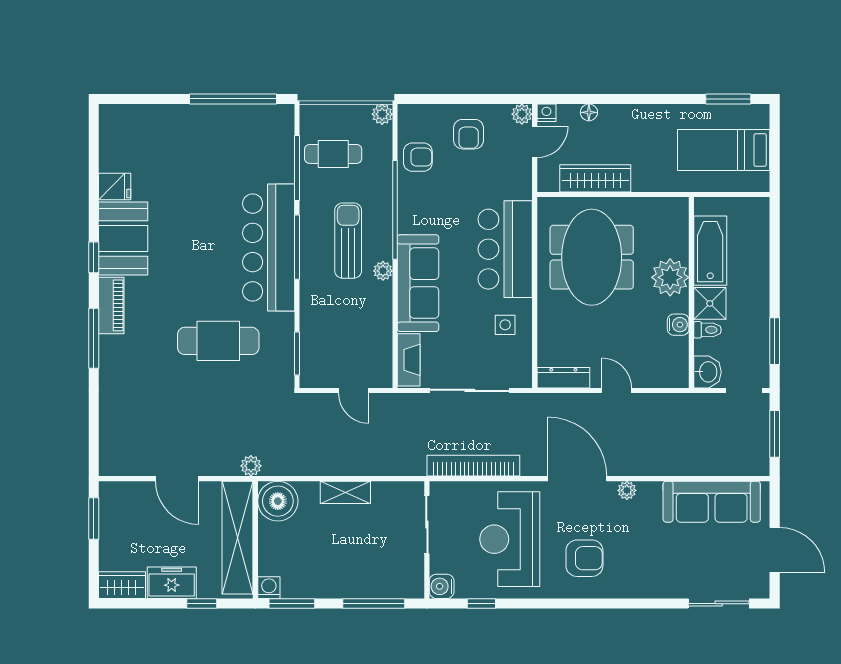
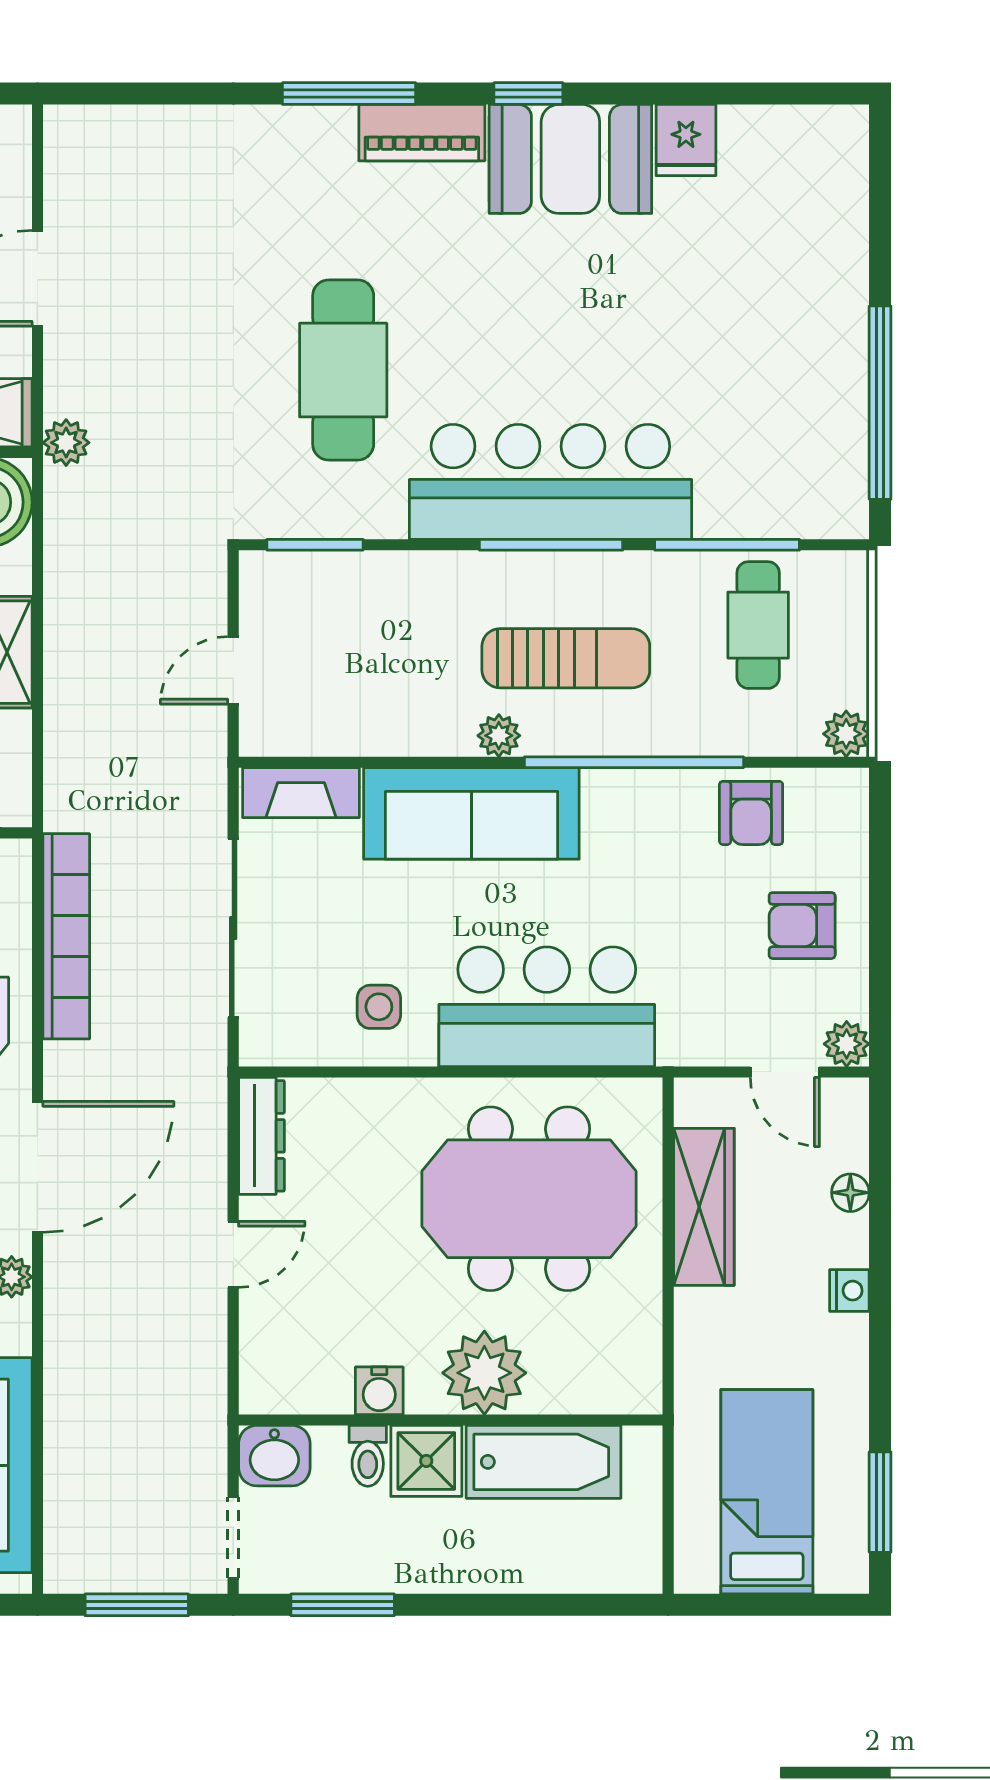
nightstand: (546, 113) -> (849, 1291), moved

